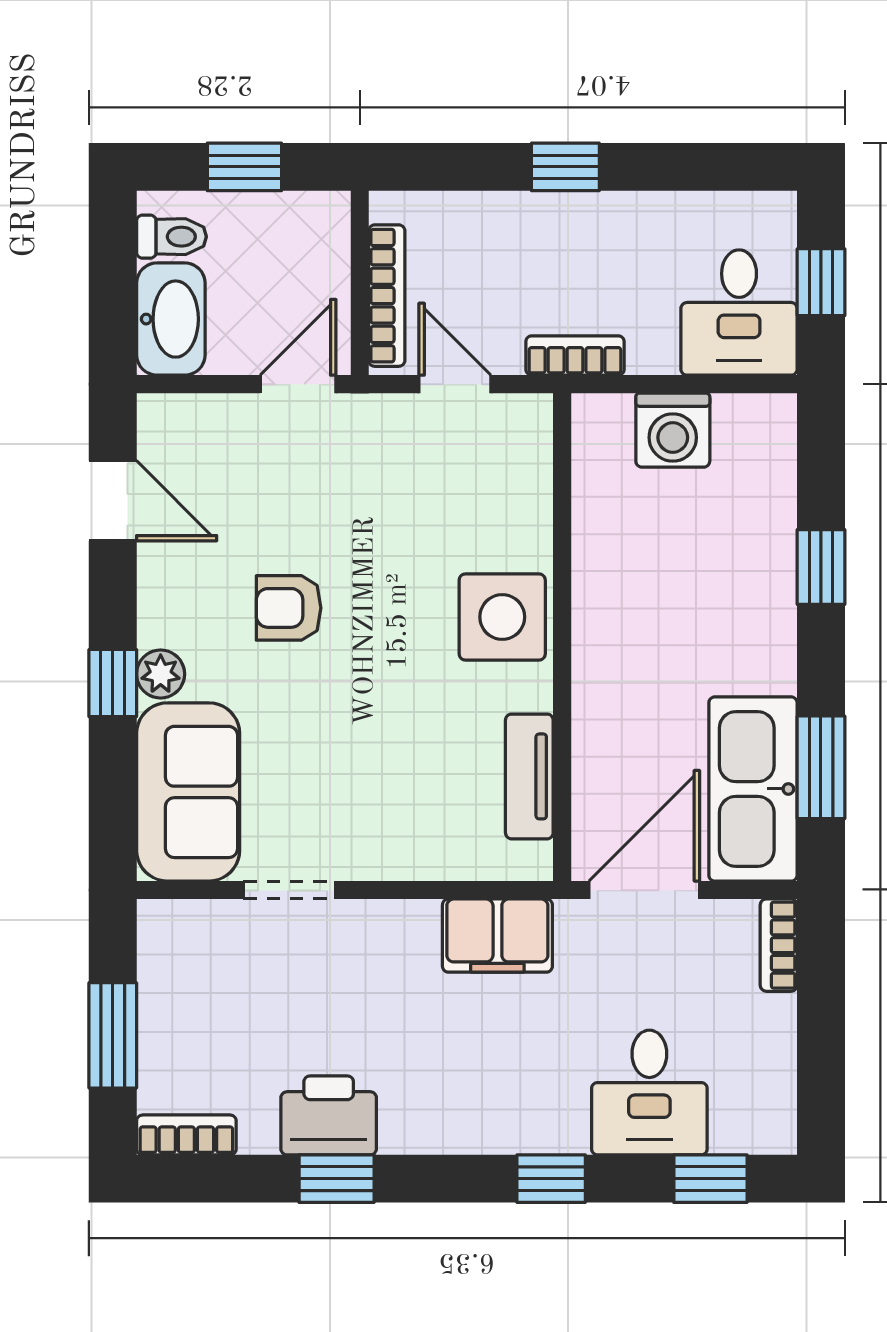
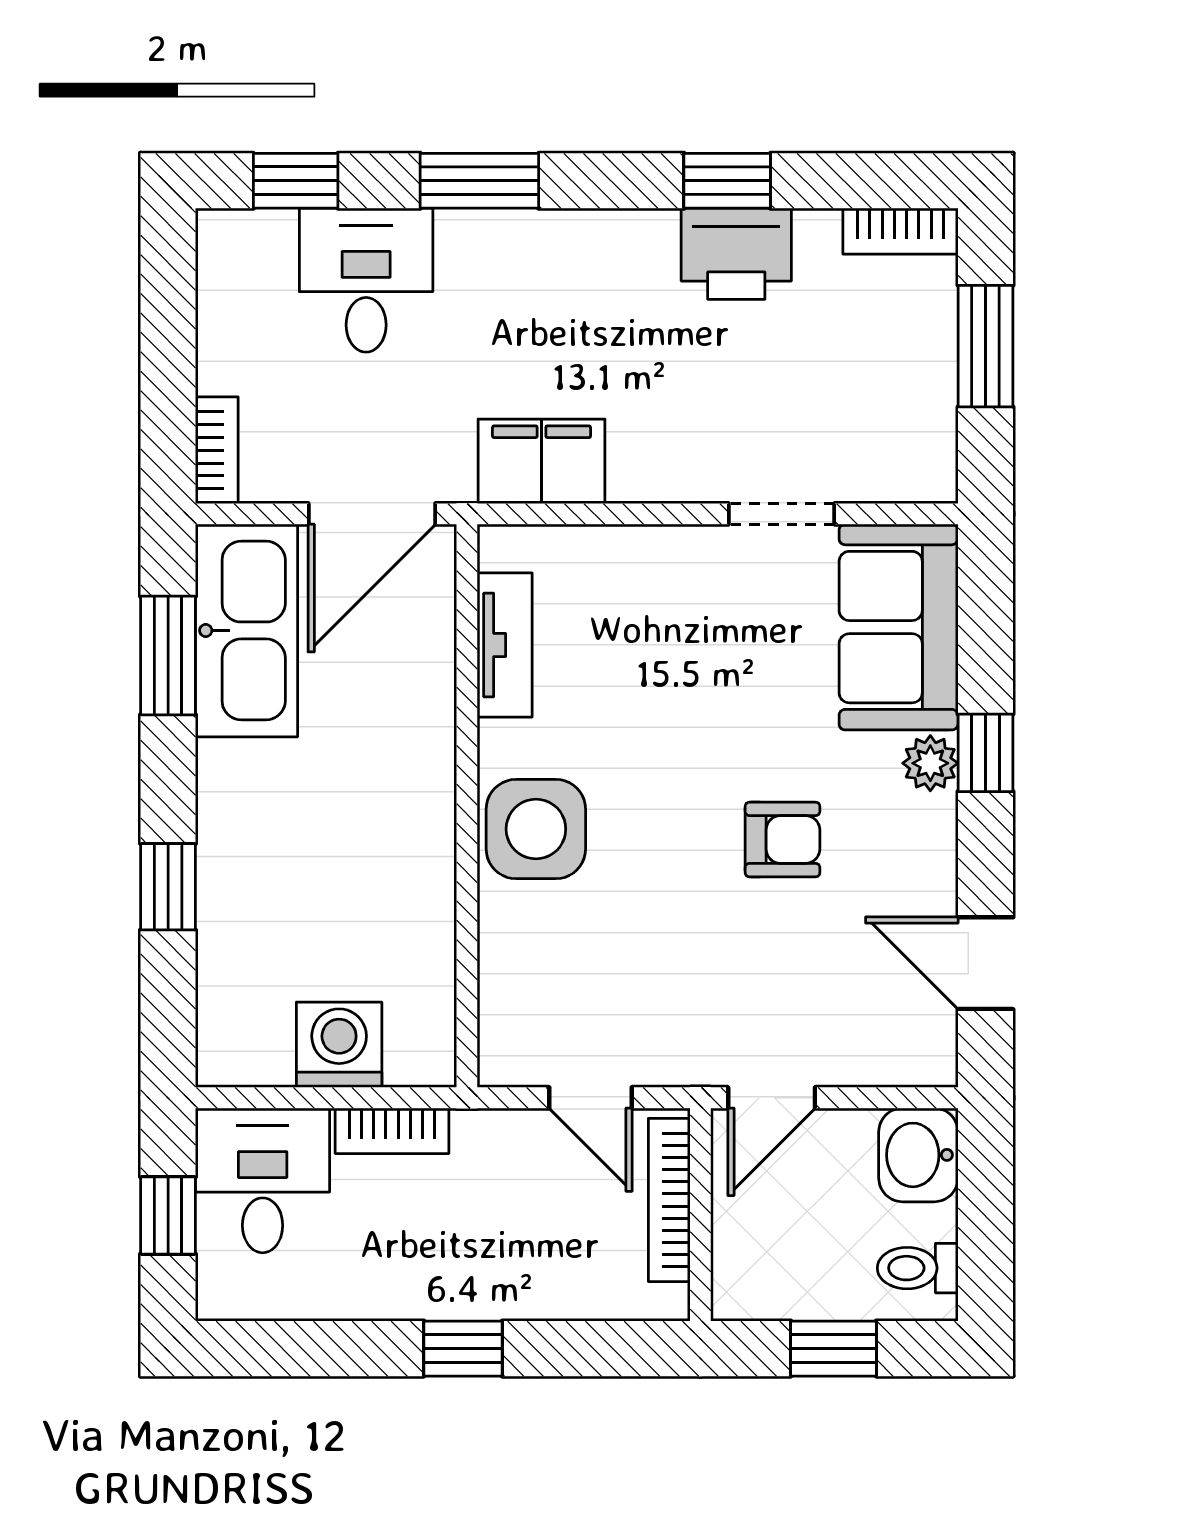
washbasin: (171, 319) -> (918, 1155), width x0.72
bookcase: (575, 356) -> (392, 1131), moved
window: (551, 1179) -> (479, 181), width x1.50

